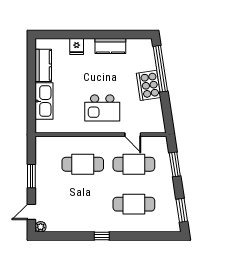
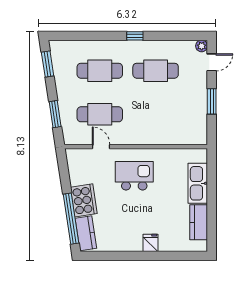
fridge: (77, 46) -> (150, 243), moved
kitchen counter: (110, 46) -> (86, 233), moved, turned 81
cafe table: (83, 164) -> (156, 71), moved

